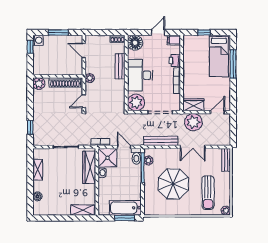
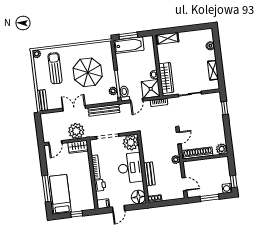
door: (124, 147) -> (137, 101), hinge flipped

